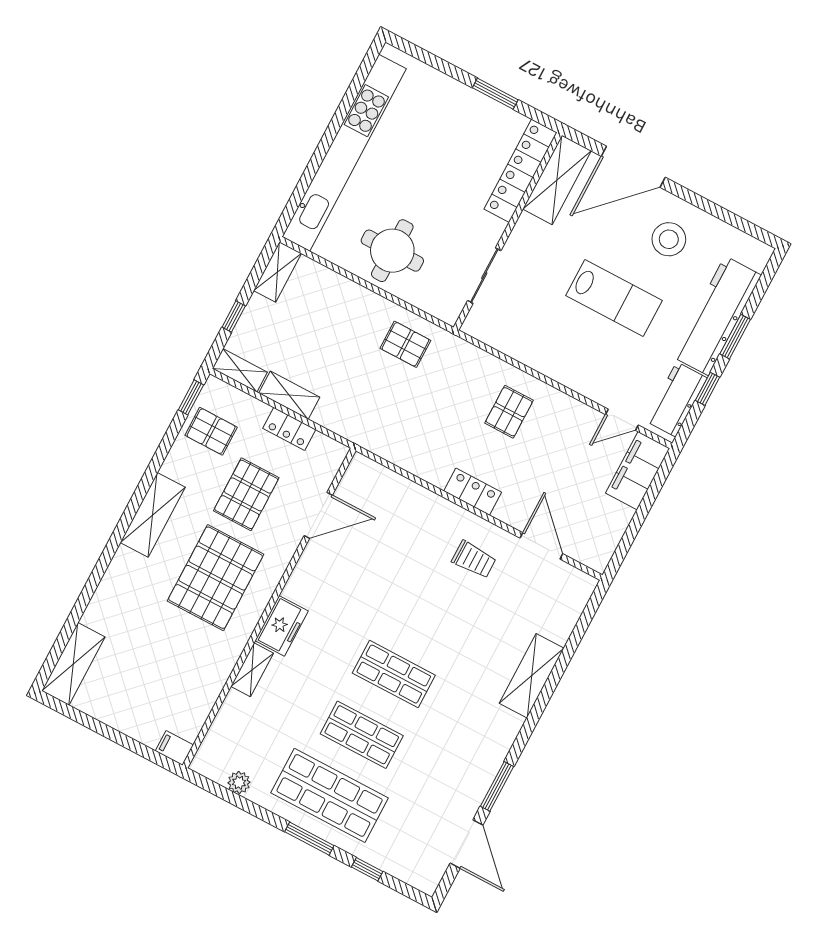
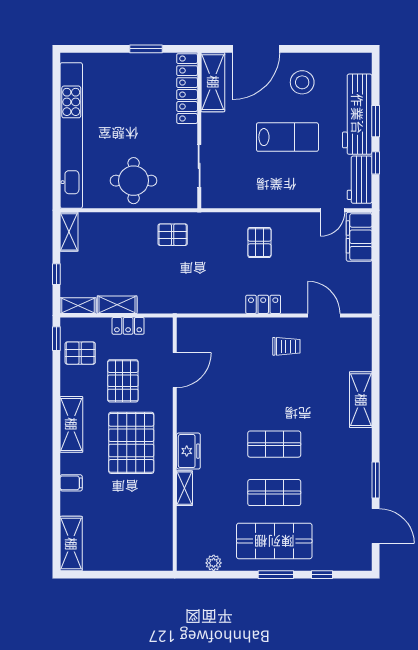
filing cabinet: (174, 748) -> (71, 483), moved, turned 180

